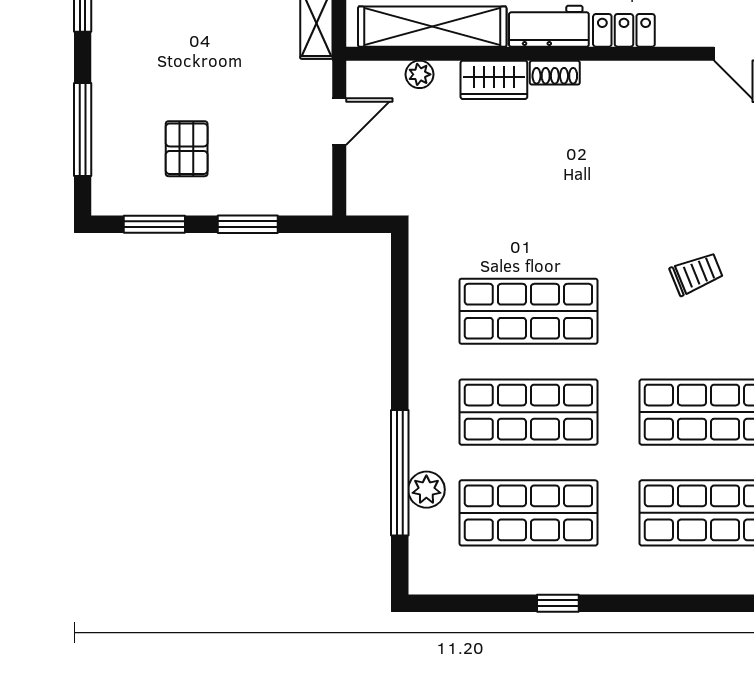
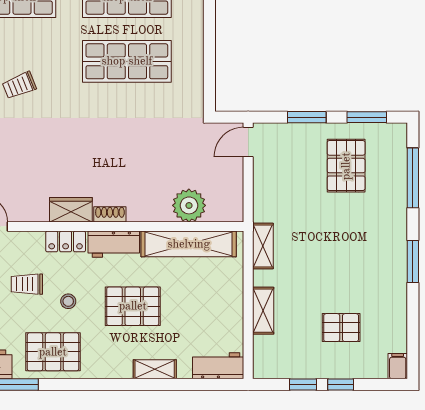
plant: (419, 74) -> (189, 205), width x1.87, depth x1.87
wardrobe: (494, 80) -> (71, 210), moved
door: (339, 122) -> (248, 142), moved
pallet: (187, 149) -> (346, 166), width x1.50, depth x1.42

